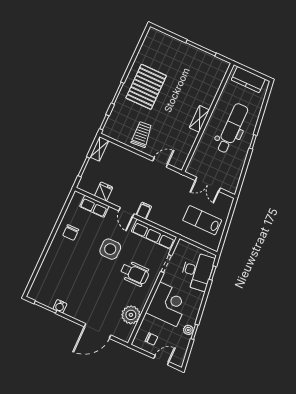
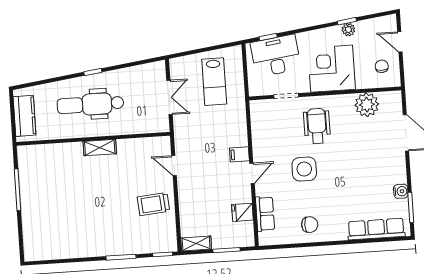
pallet: (146, 87) -> (96, 228), removed
row of seats: (154, 234) -> (376, 229), moved, turned -90

